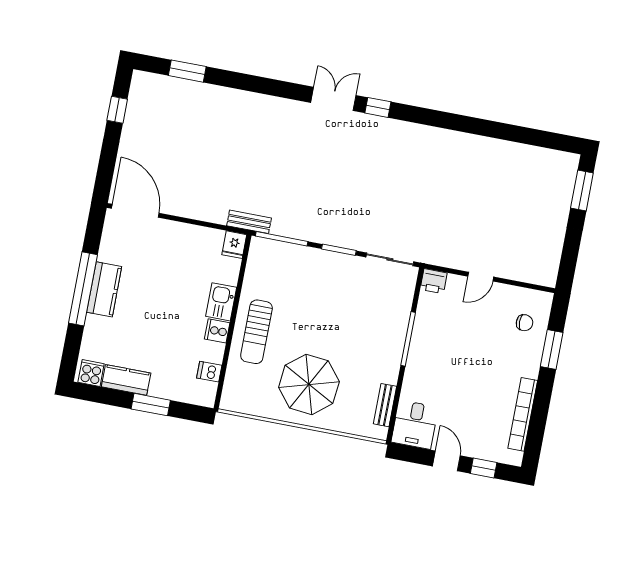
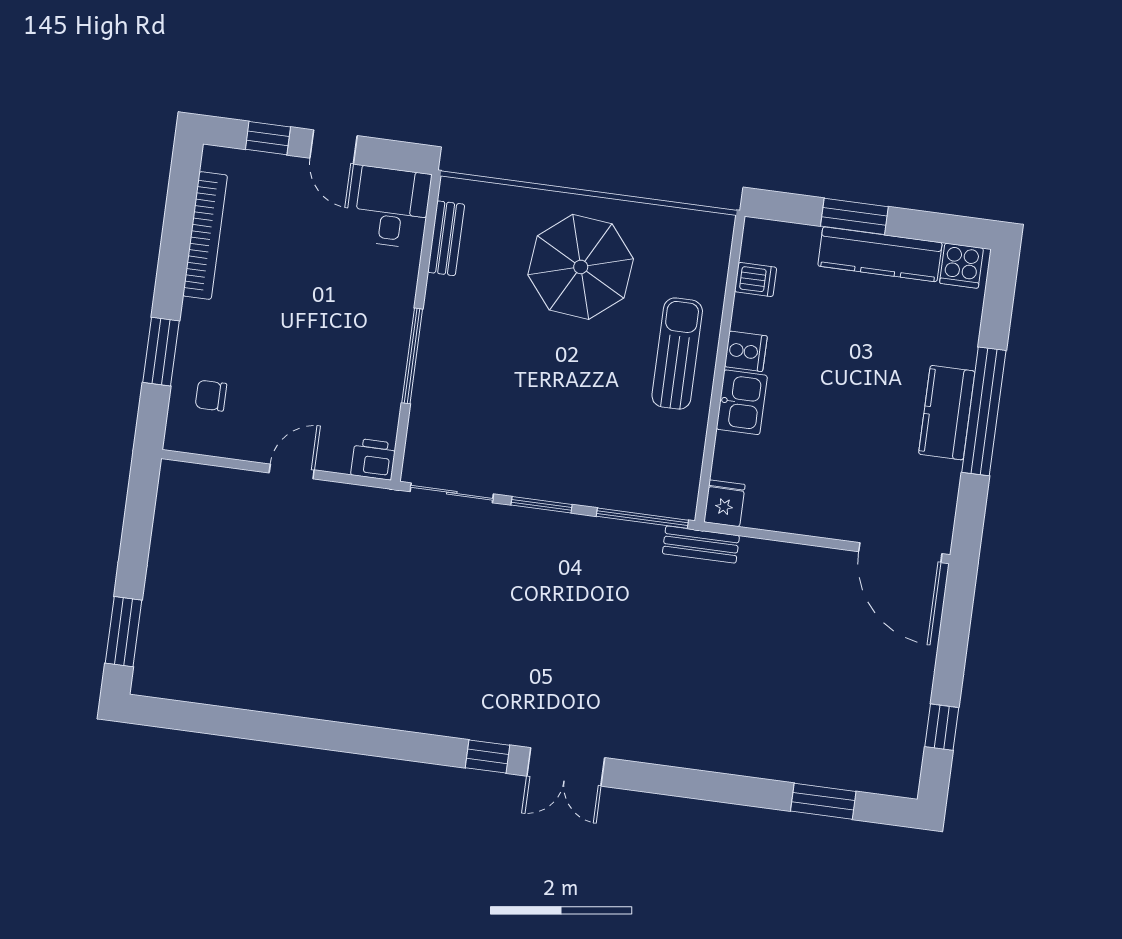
kitchen counter: (126, 380) -> (880, 254), width x1.50

